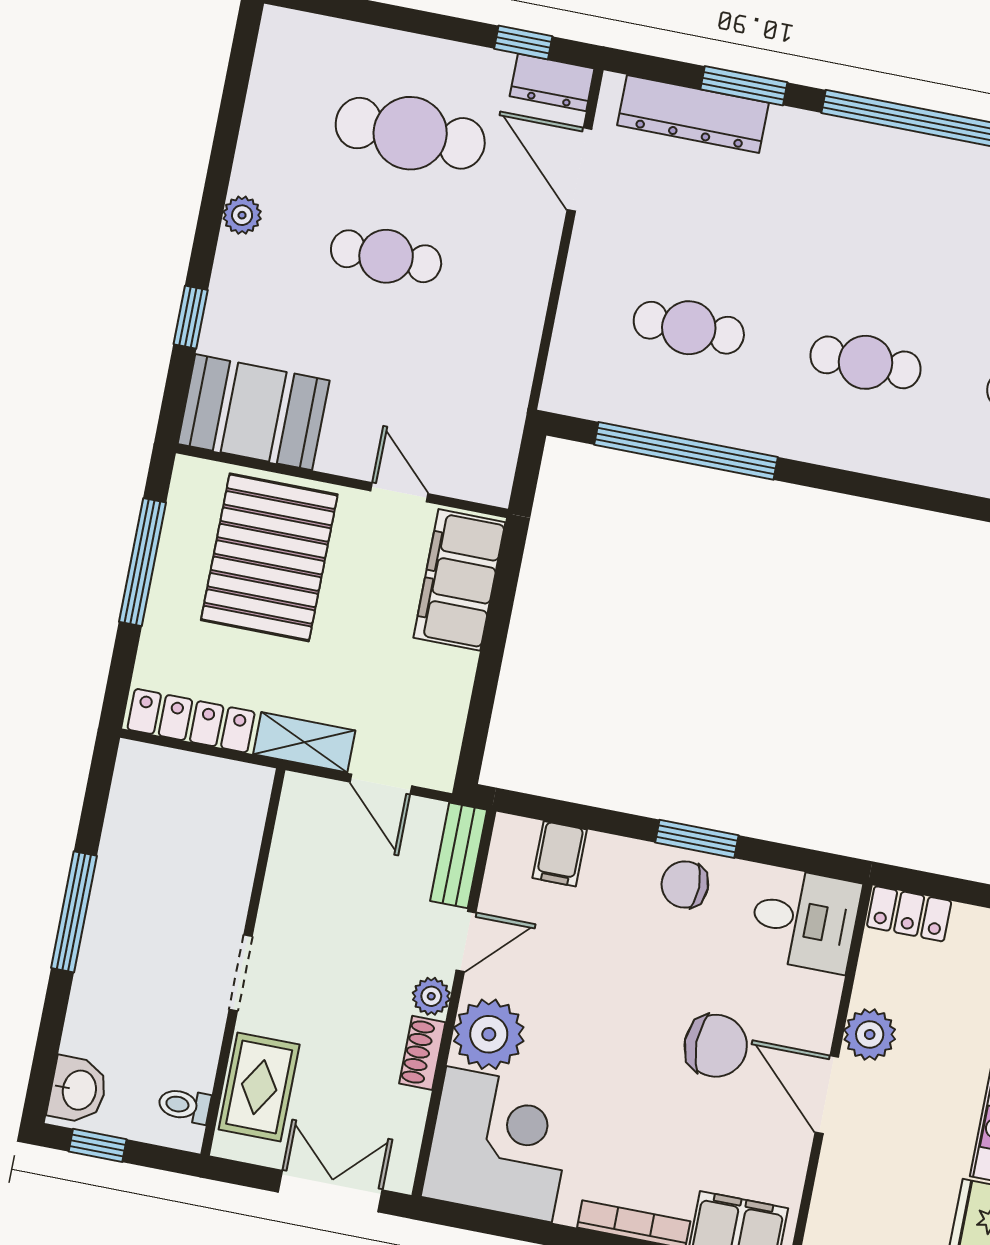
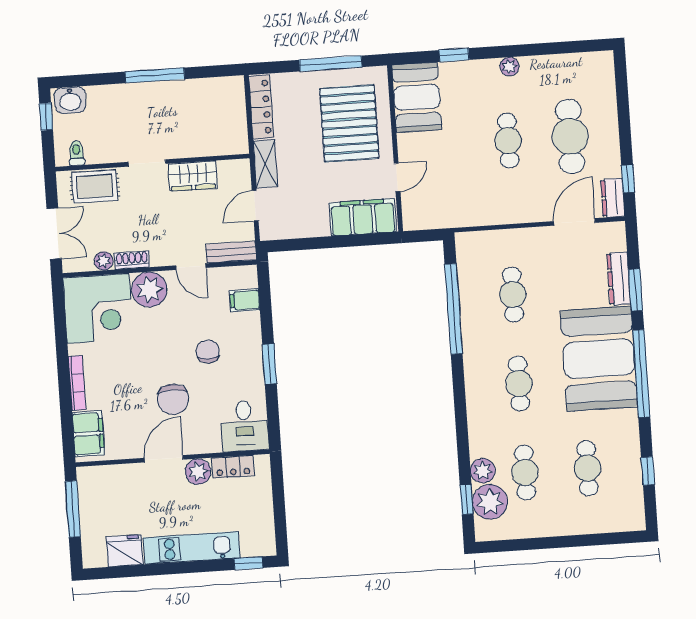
dresser: (693, 114) -> (619, 279), width x0.73, depth x0.80
booth: (859, 193) -> (599, 359), added
pallet: (269, 557) -> (349, 123), turned 90
chair: (685, 884) -> (208, 352), moved
wardrobe: (290, 890) -> (193, 176), added
locker: (909, 914) -> (233, 467), moved, turned -90
plant: (431, 996) -> (104, 261), moved

